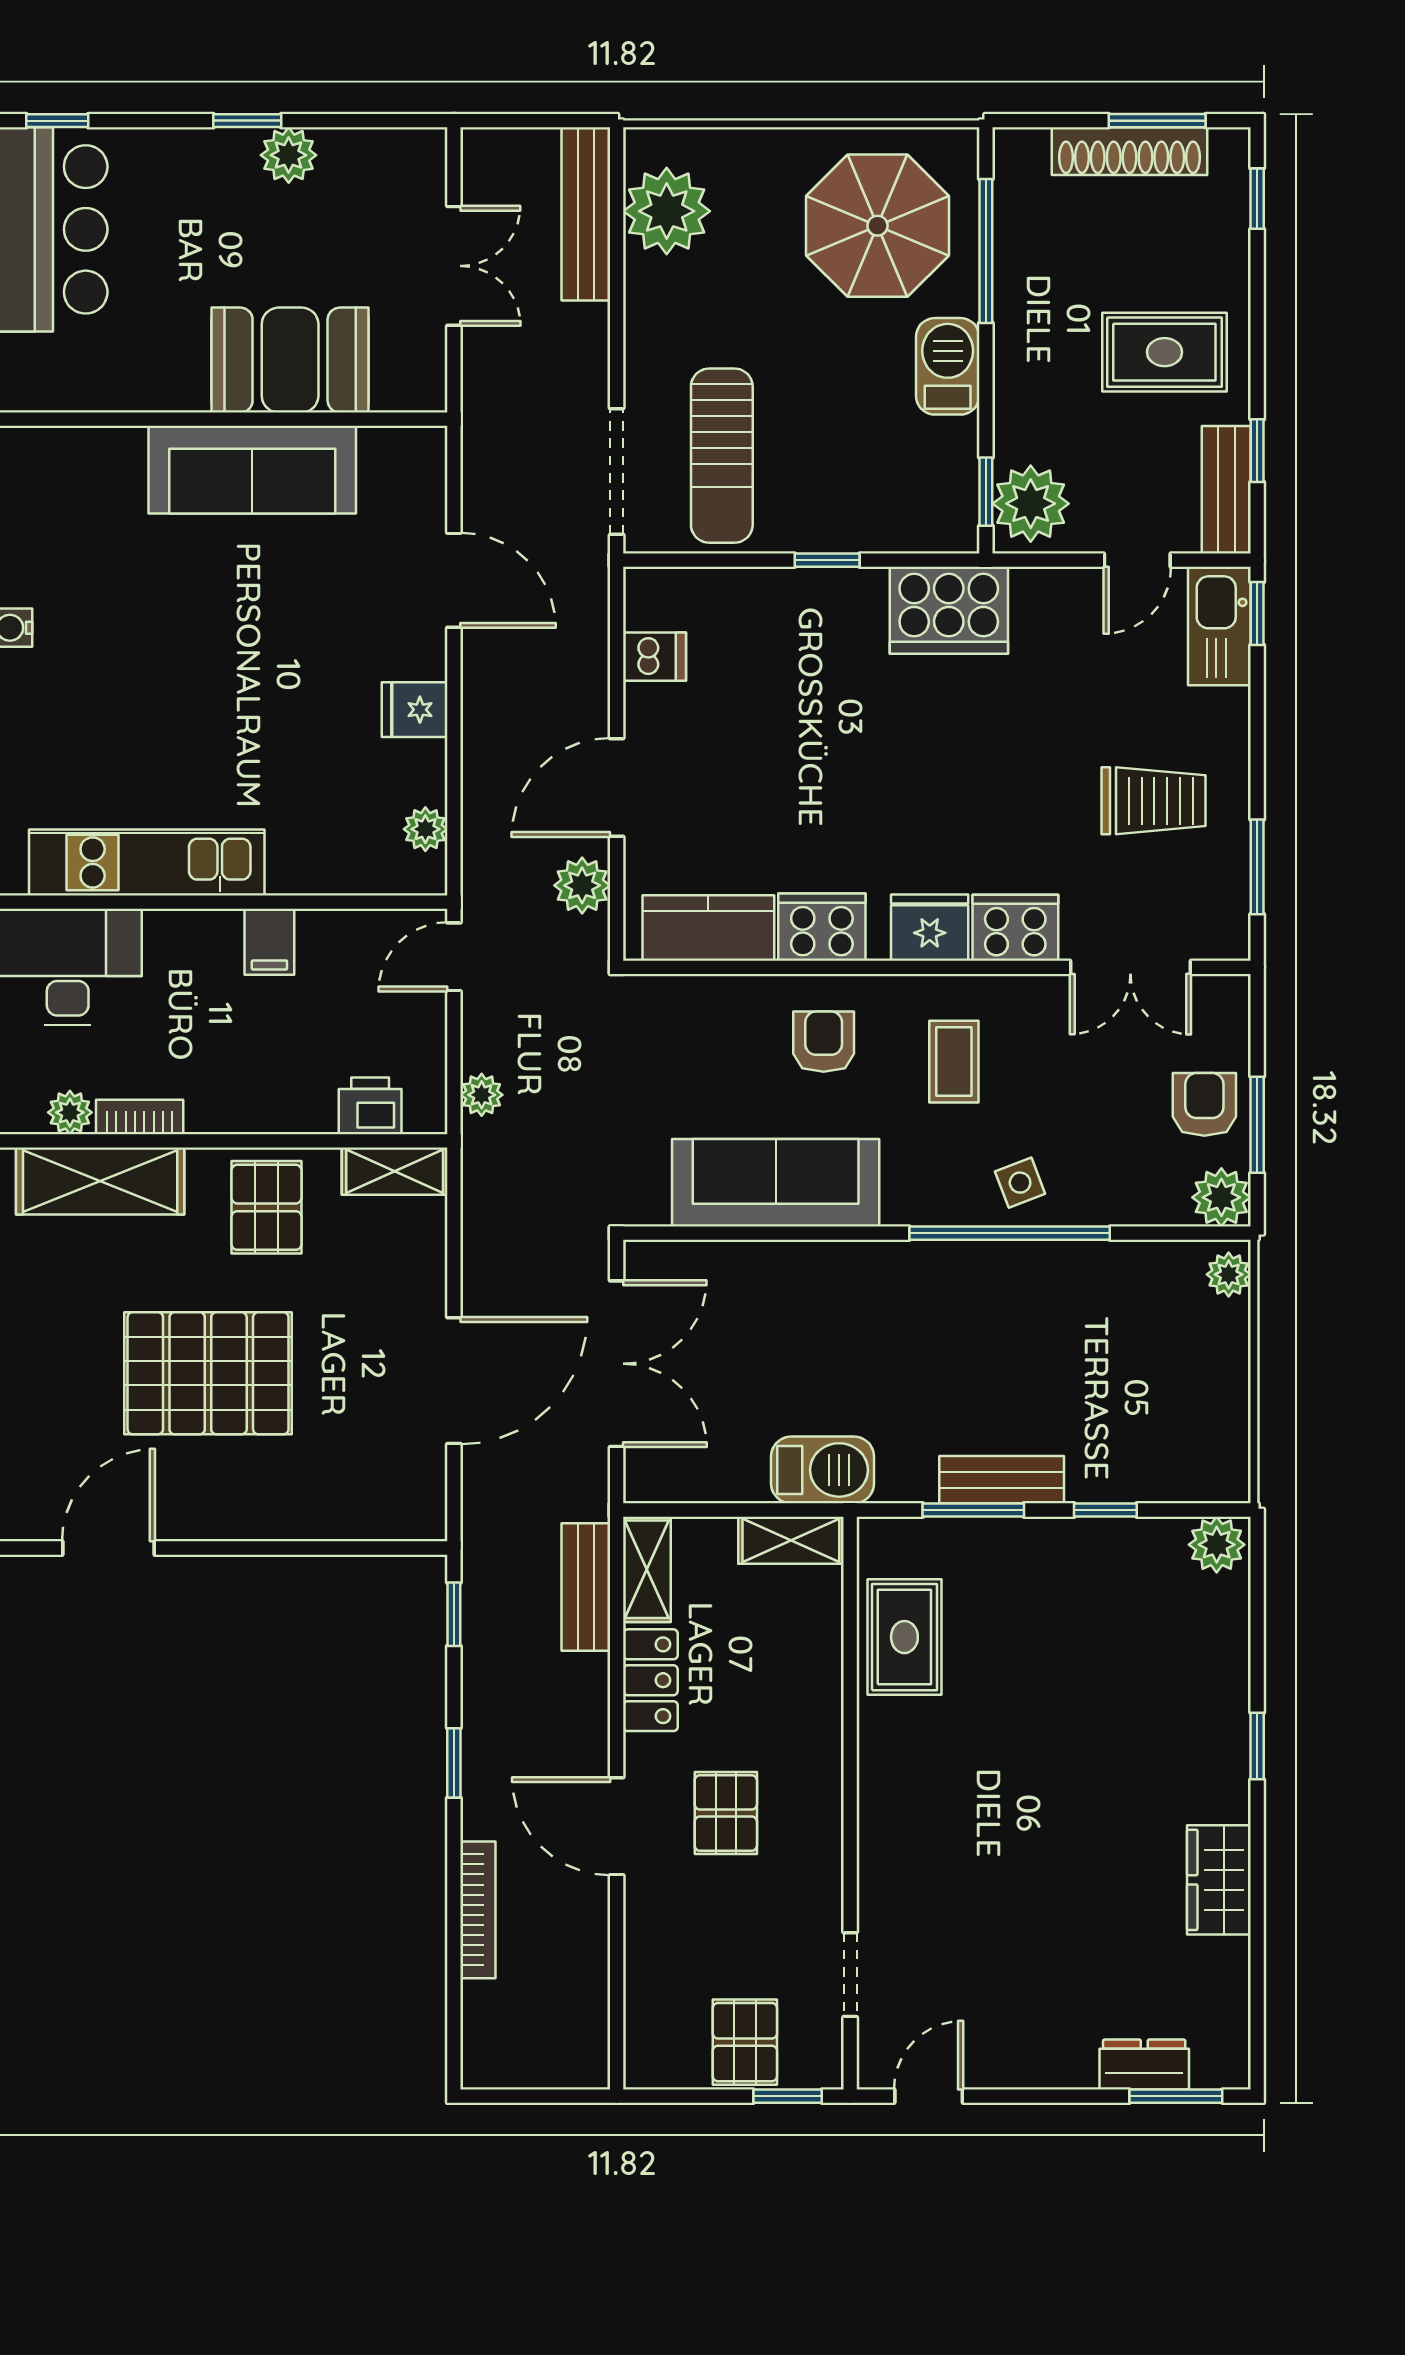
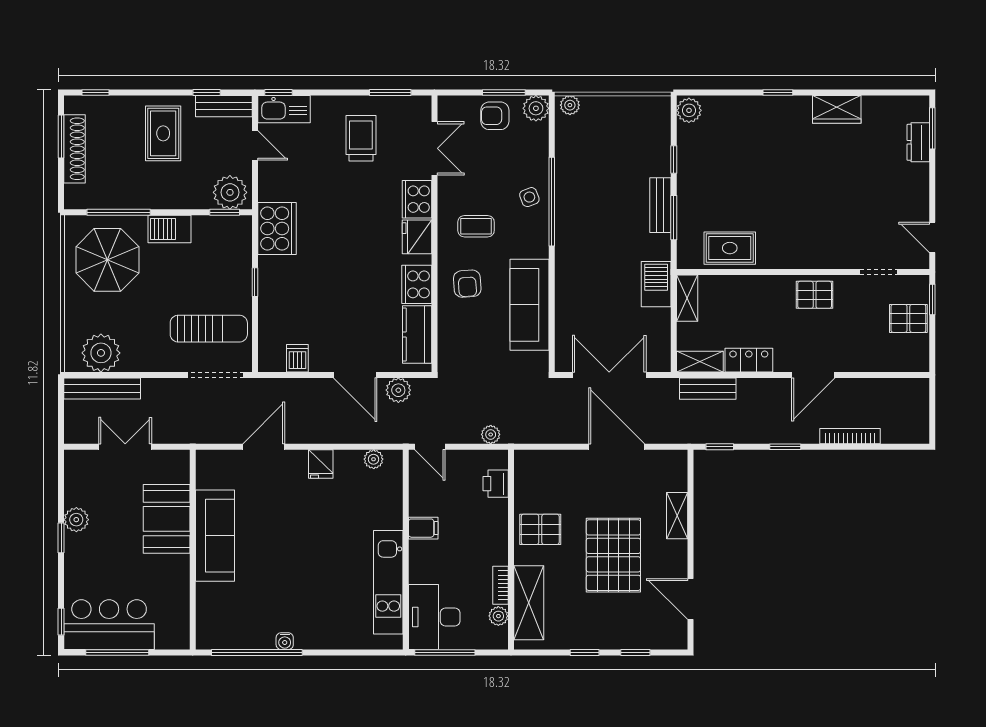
armchair: (824, 1042) -> (467, 284), turned -94
shelving: (395, 1171) -> (677, 516), moved
pallet: (726, 1813) -> (815, 295), moved

